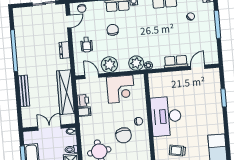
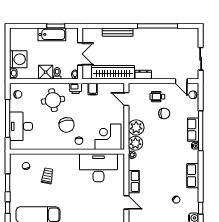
chair: (113, 30) -> (164, 113), moved
dresser: (64, 50) -> (143, 75), moved
plant: (109, 65) -> (136, 127), moved
door: (92, 76) -> (126, 99), swing flipped
corner desk: (121, 89) -> (108, 137), moved, turned 90
printer: (83, 100) -> (76, 88), moved
desk: (166, 116) -> (98, 168), moved
chair: (124, 135) -> (67, 125), turned -92

